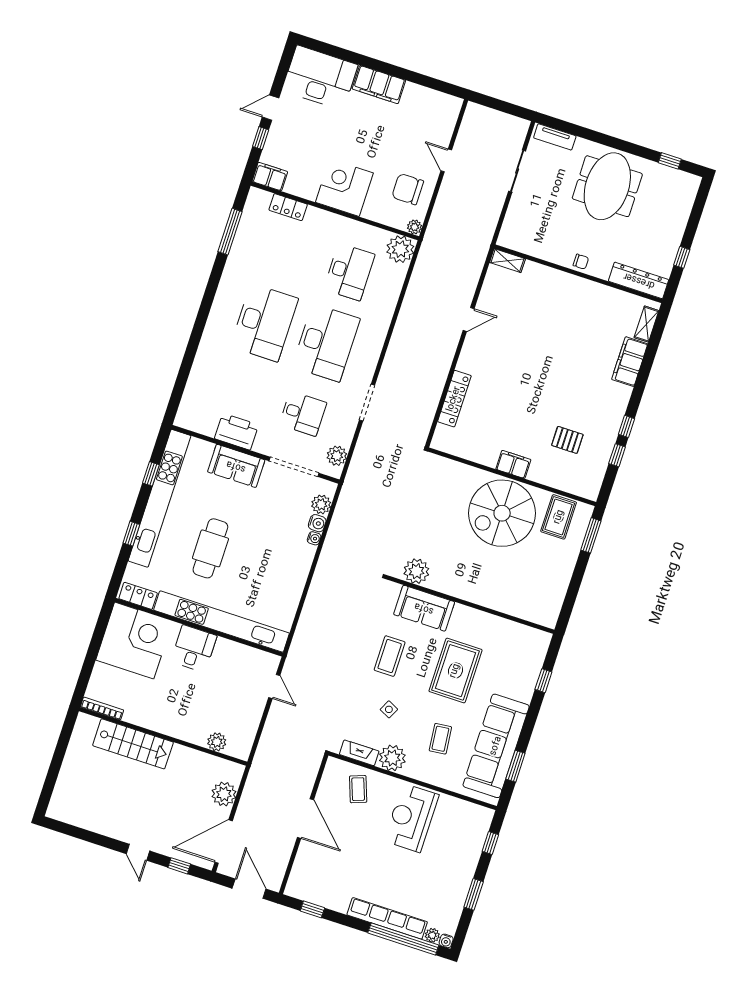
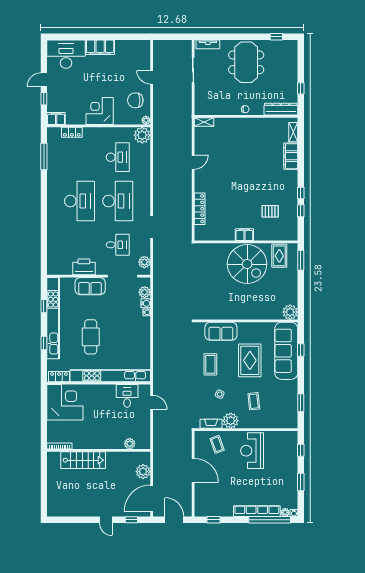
spiral stairs: (502, 513) -> (247, 264), turned -90
plant: (416, 571) -> (290, 312), moved
desk: (194, 649) -> (127, 396), moved
sofa: (496, 746) -> (286, 351), moved

